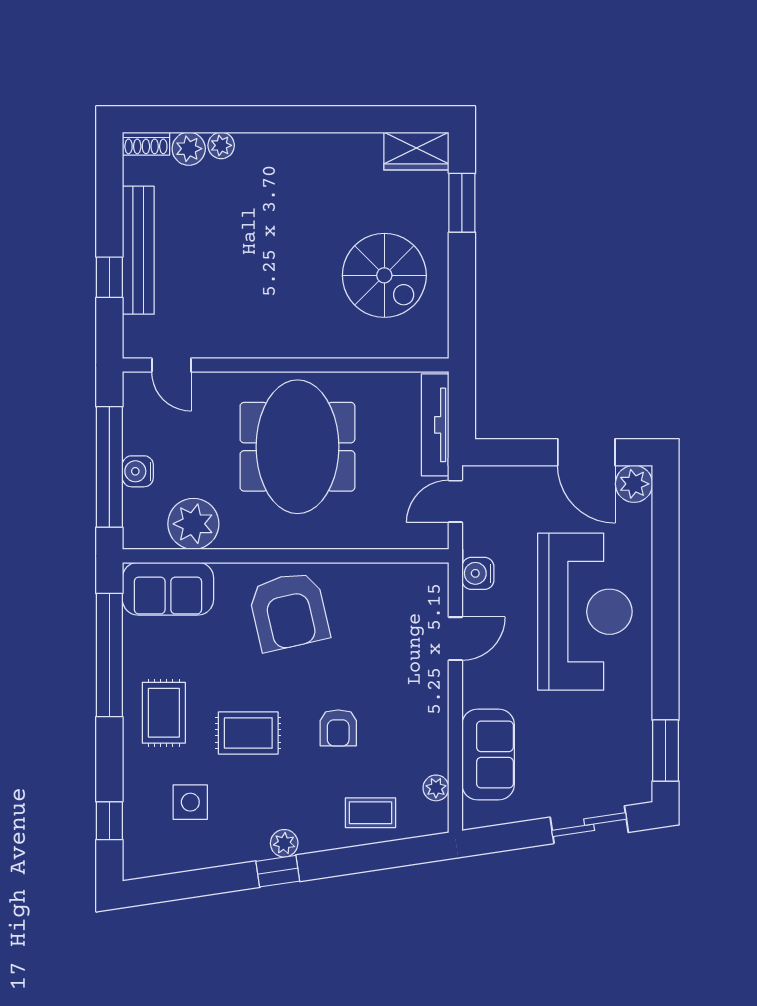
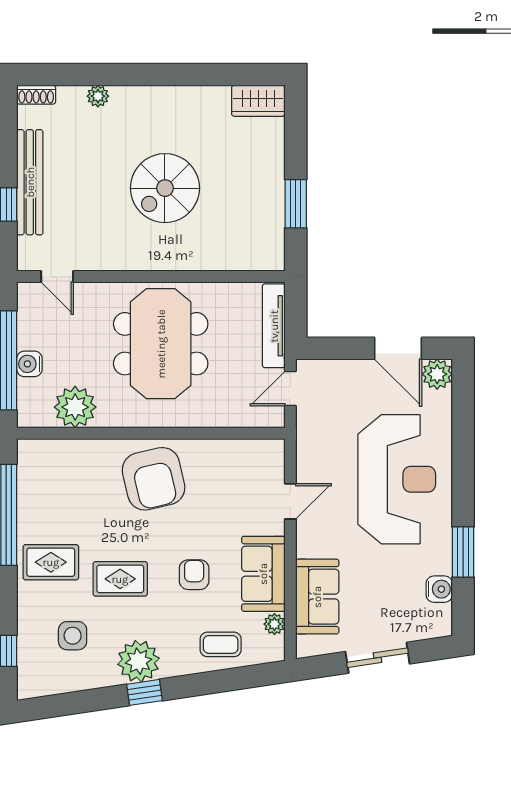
plant: (189, 149) -> (71, 99), removed
window: (462, 203) -> (296, 204), moved
spiral stairs: (384, 275) -> (165, 188), moved, turned 90
water cooler: (478, 573) -> (439, 589), moved, turned 180
sofa: (168, 589) -> (263, 574), moved, turned 90
rug: (164, 713) -> (51, 562), turned 90
armchair: (338, 728) -> (194, 575), turned 180
window: (666, 751) -> (463, 552), moved
sliding door: (589, 825) -> (378, 658), moved
plant: (284, 843) -> (138, 661), width x1.87, depth x1.87

